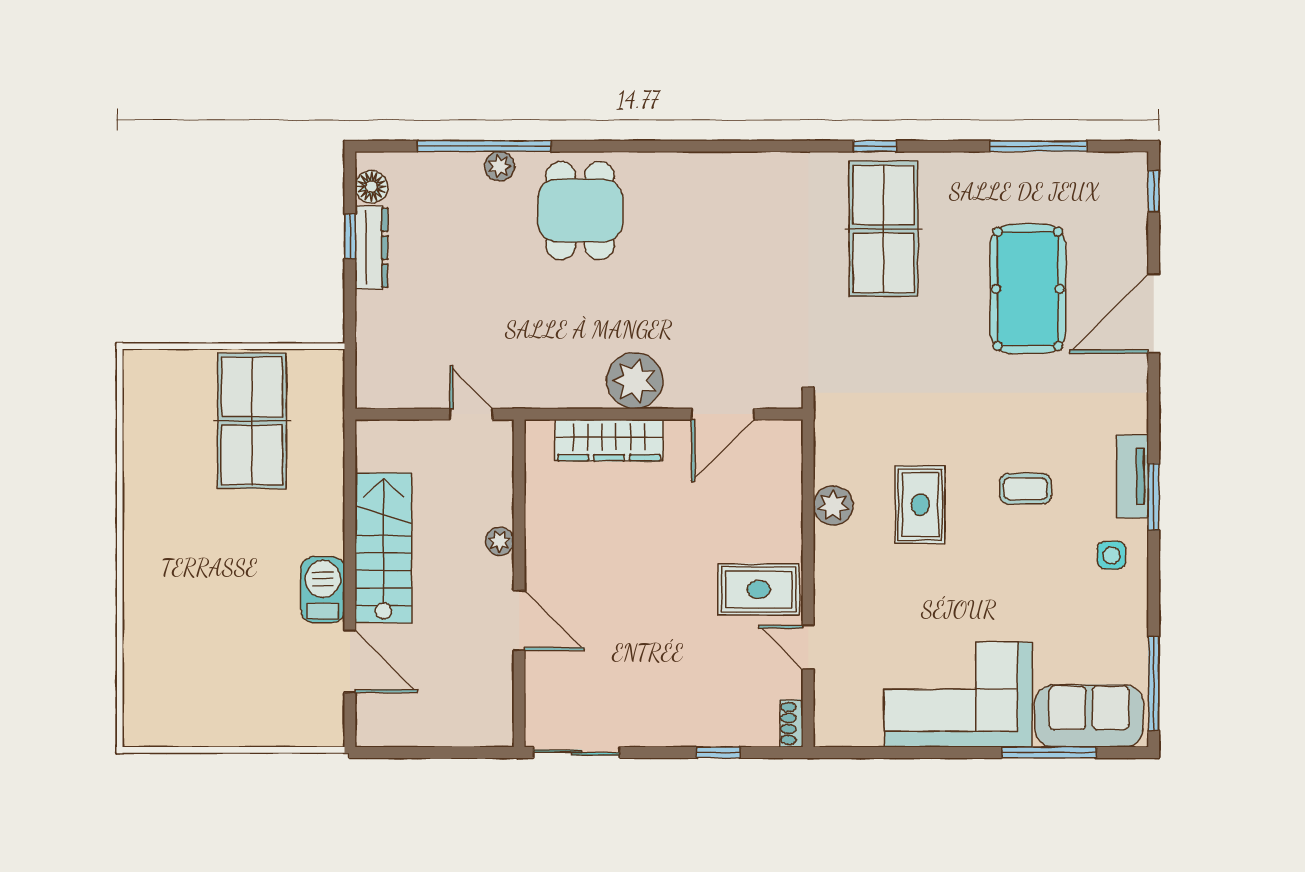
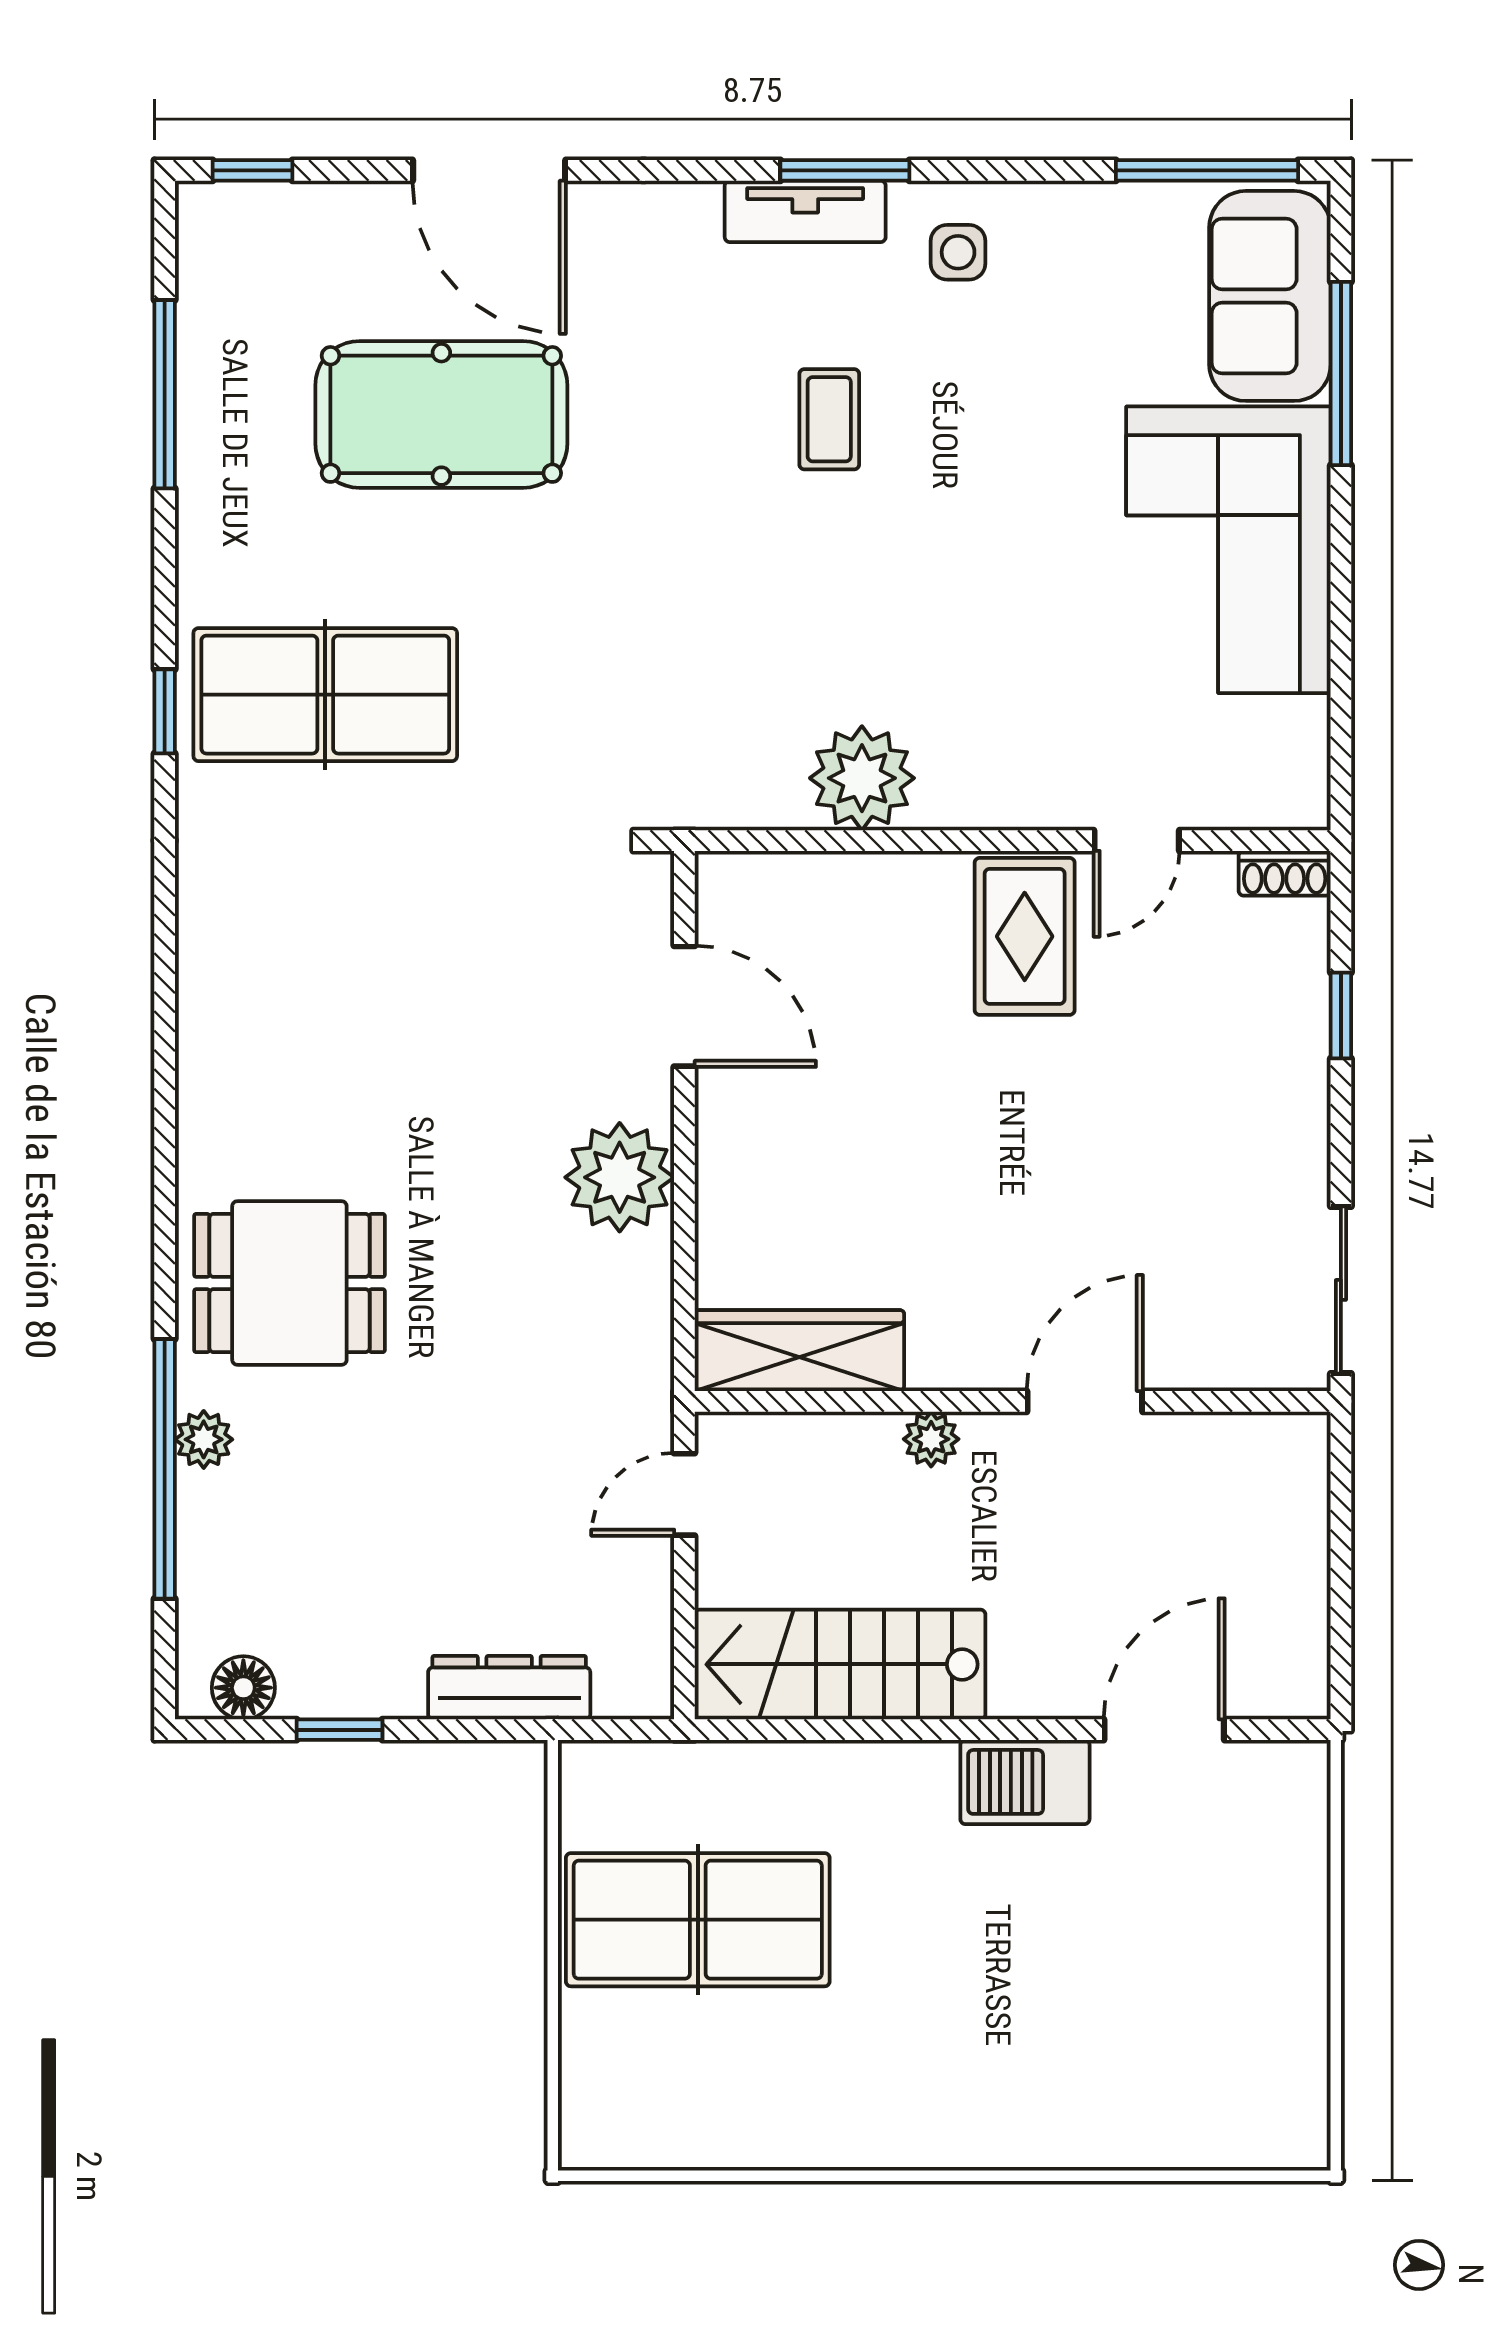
dresser: (372, 248) -> (509, 1688), moved
wardrobe: (609, 440) -> (799, 1351), moved, turned -90
rug: (920, 505) -> (860, 623), removed
plant: (833, 506) -> (862, 778), width x1.36, depth x1.36
stairs: (383, 548) -> (840, 1664), moved

